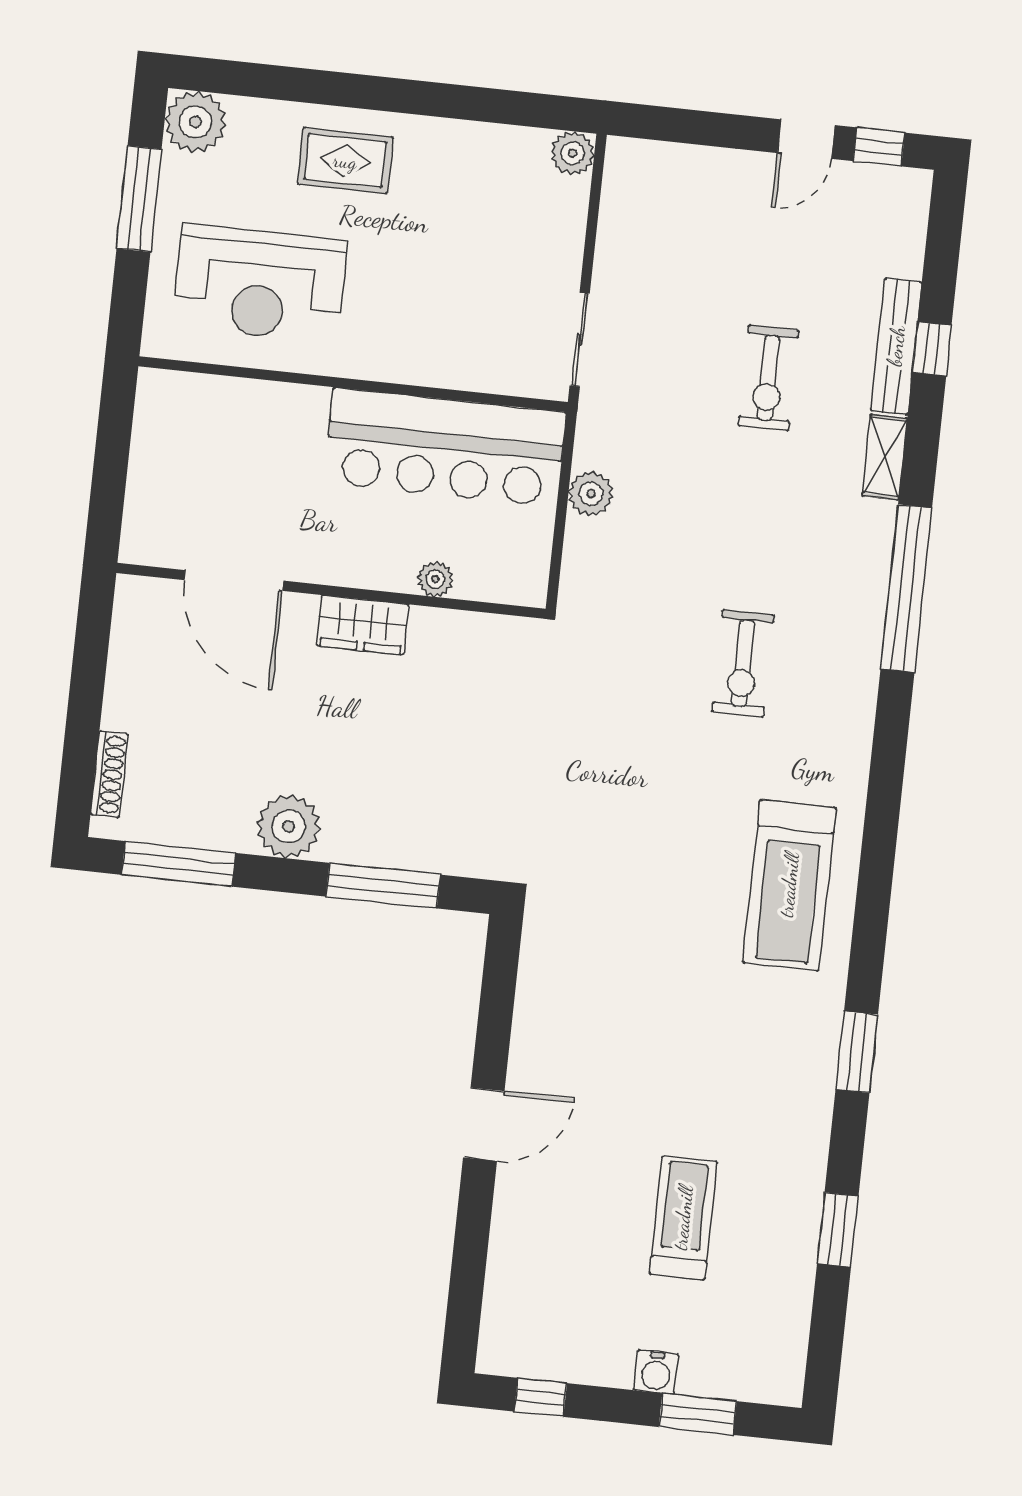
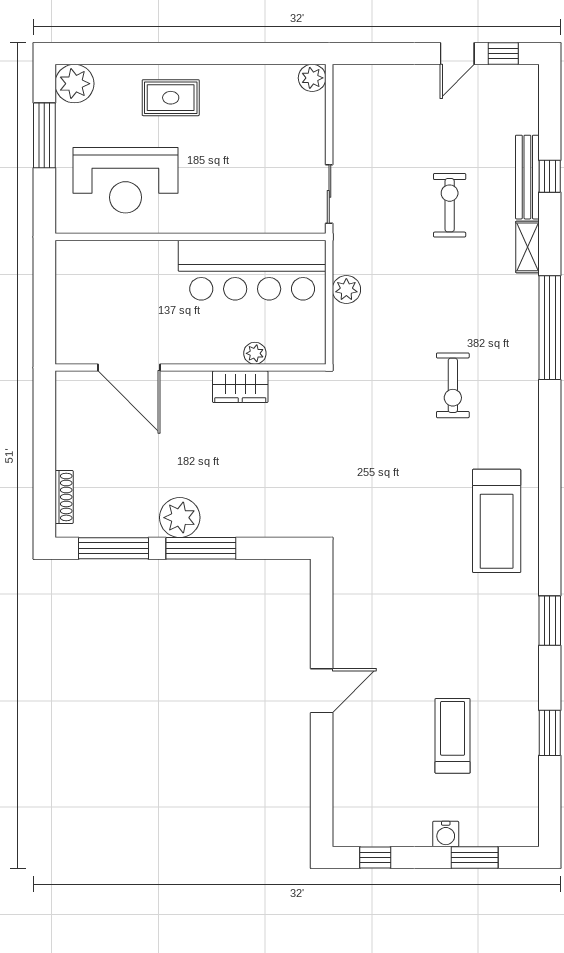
exercise bike: (768, 378) -> (450, 205), turned 180
wardrobe: (363, 625) -> (240, 387), moved
window: (383, 886) -> (201, 548), moved

